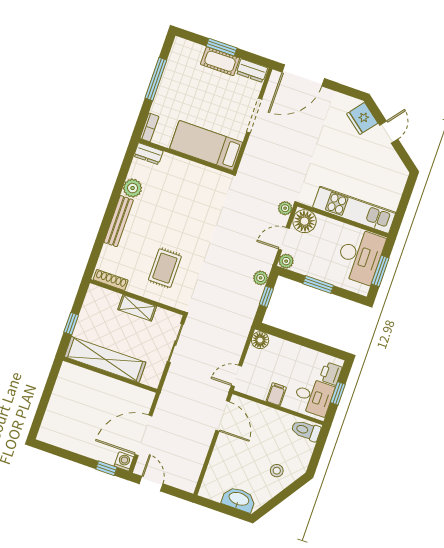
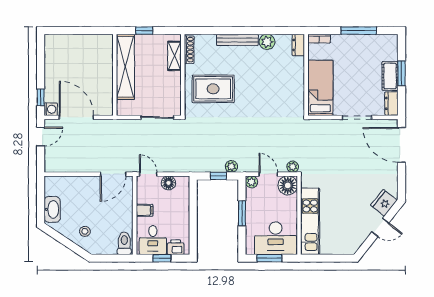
rug: (165, 268) -> (213, 89), width x1.36, depth x1.43
shelving: (137, 308) -> (174, 56), moved
floor lamp: (260, 340) -> (168, 183), moved

